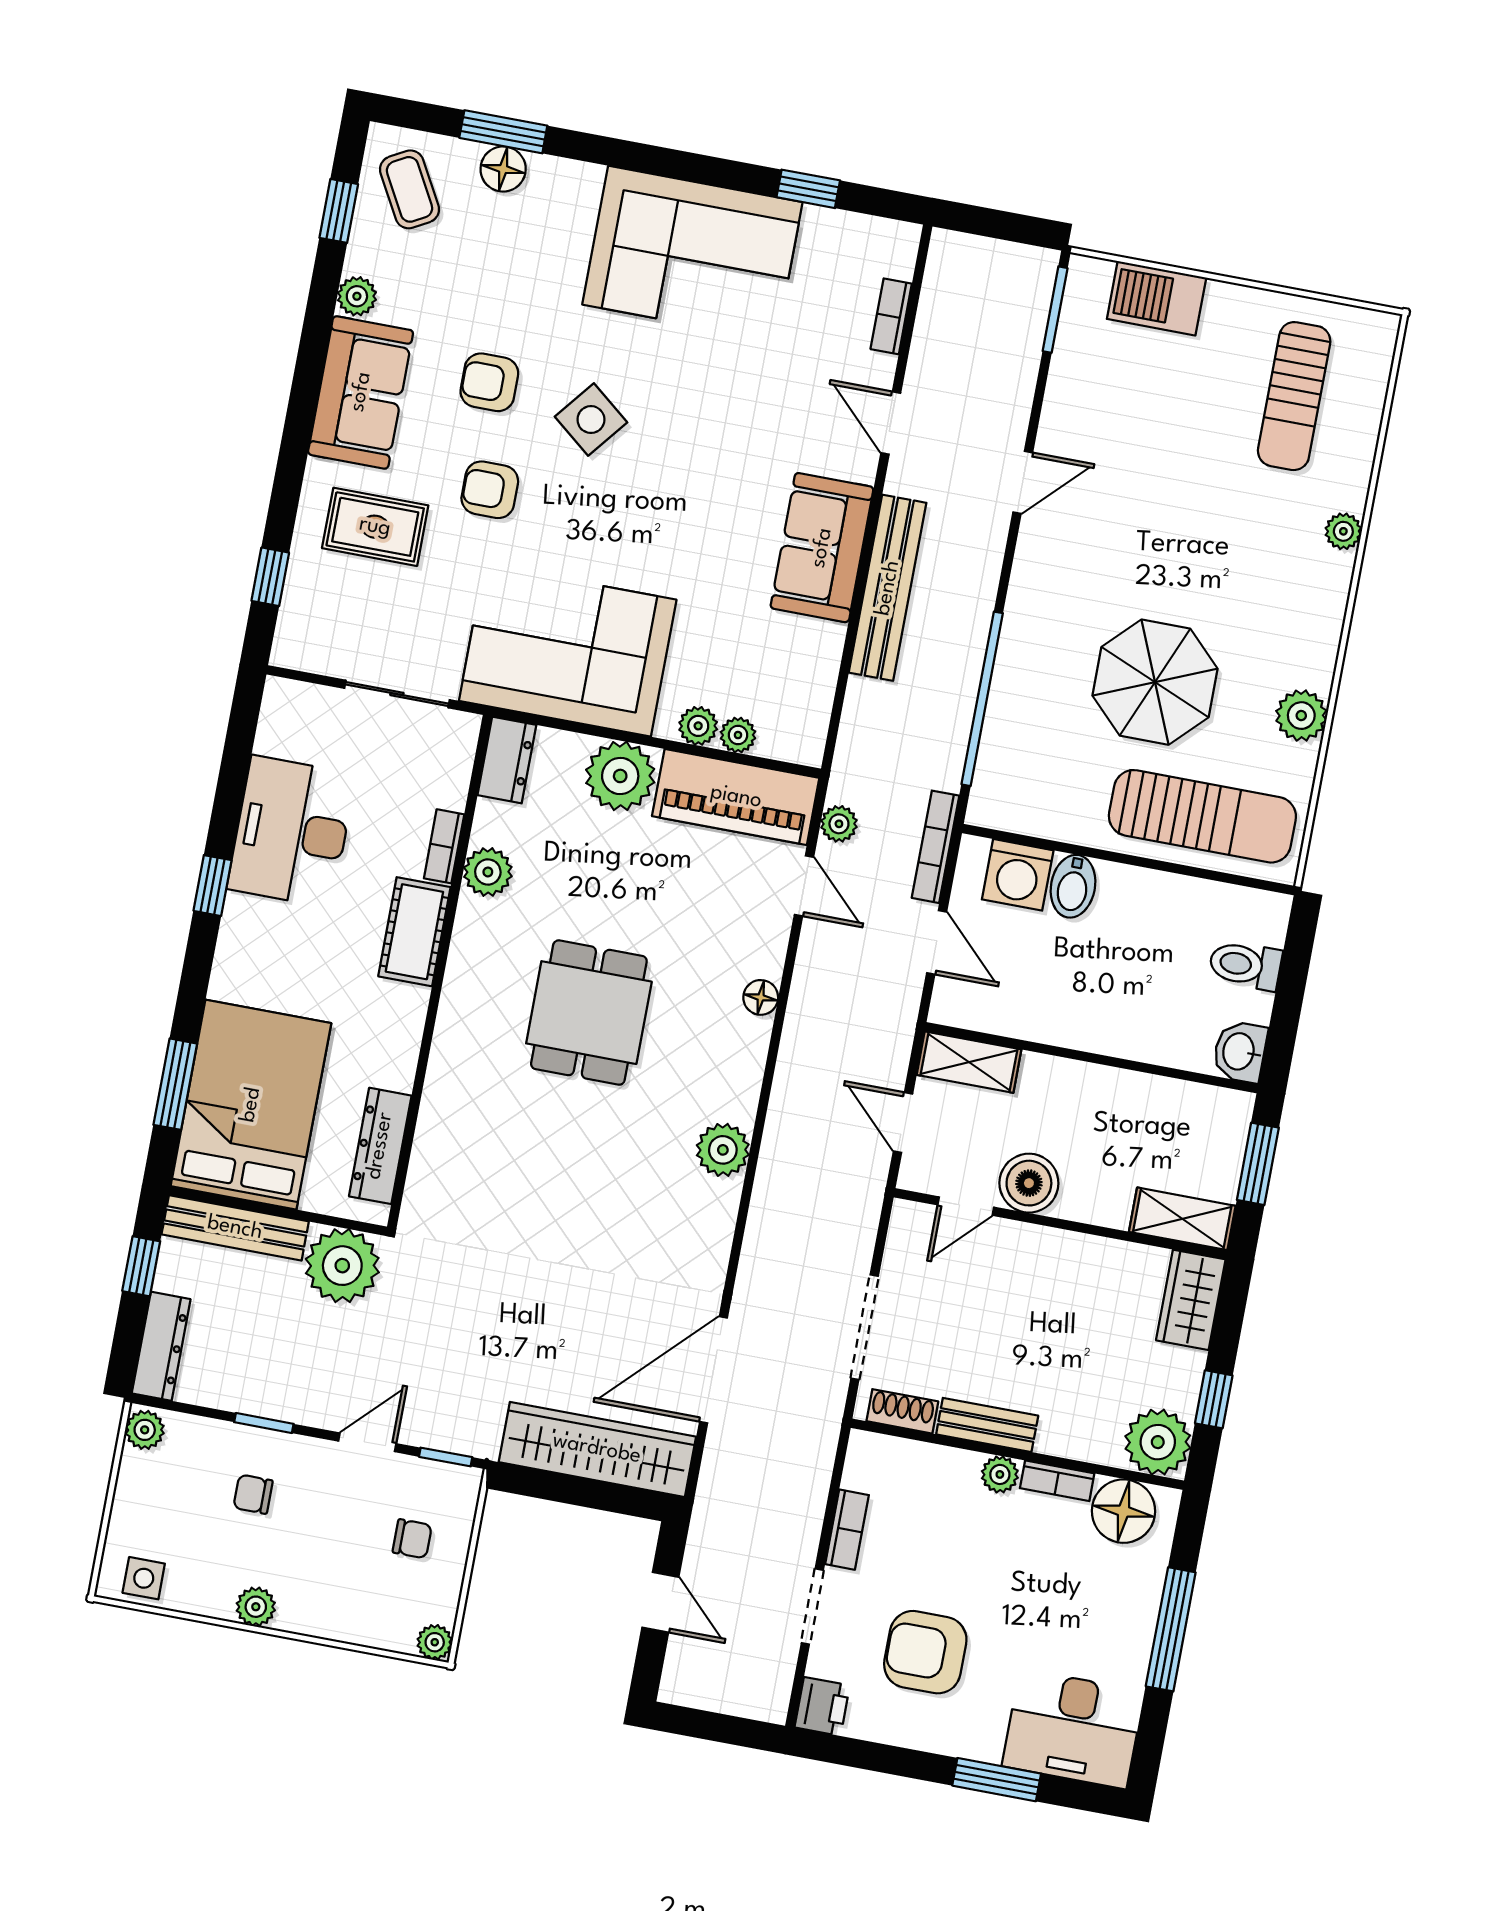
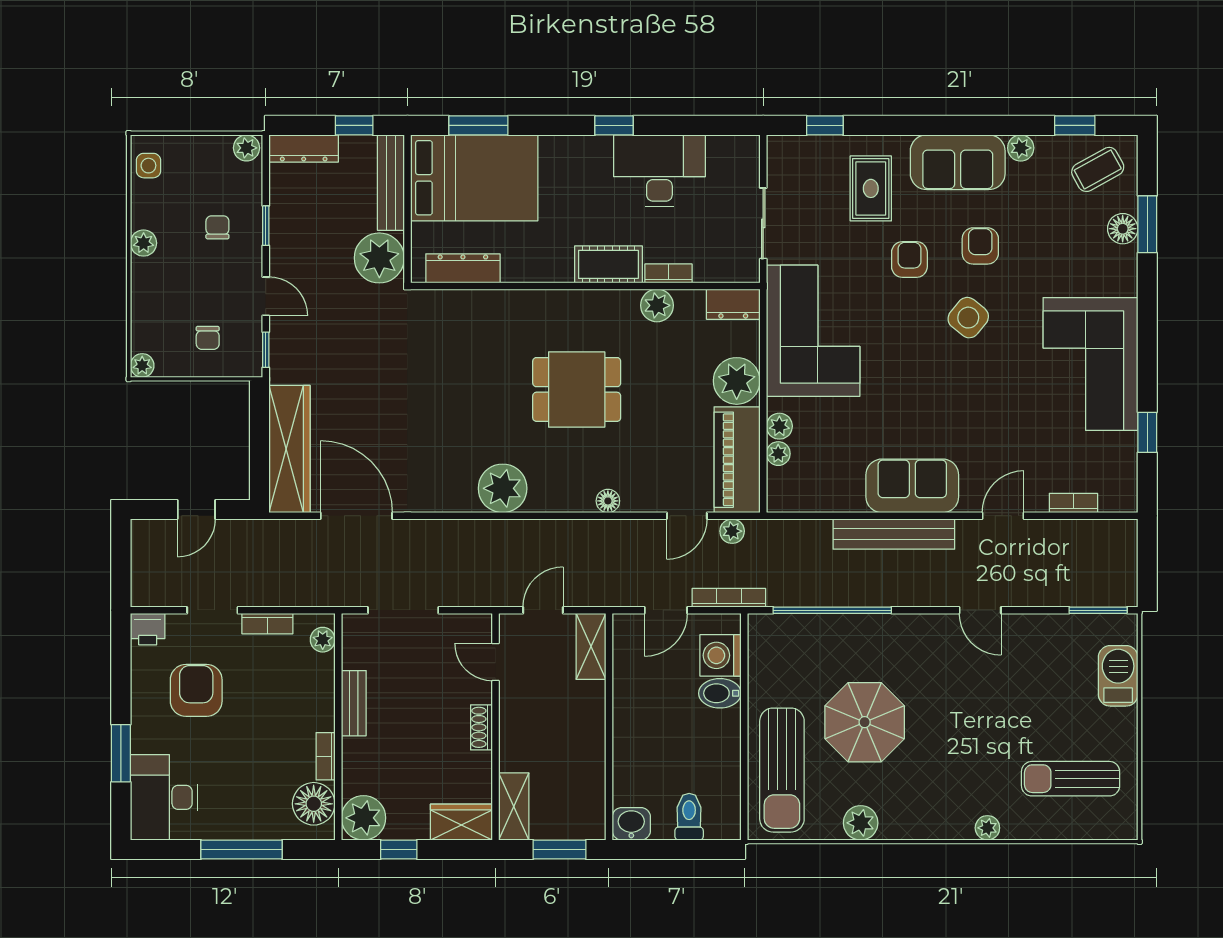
plant: (723, 1150) -> (503, 488), width x1.36, depth x1.36
boiler: (1029, 1183) -> (518, 701), removed
shoe rack: (902, 1411) -> (481, 727), moved, turned 180
plant: (1000, 1474) -> (323, 640), moved

